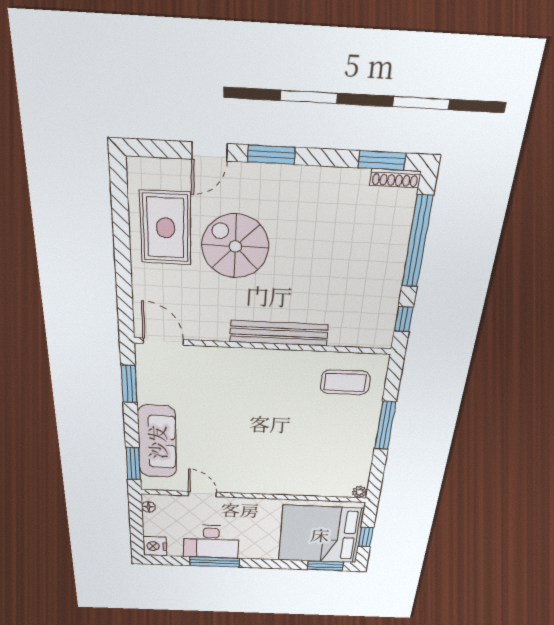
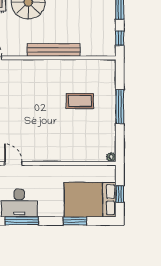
coffee table: (345, 382) -> (80, 101), moved
bed: (320, 535) -> (90, 200), width x0.73
window: (325, 566) -> (75, 221), moved

